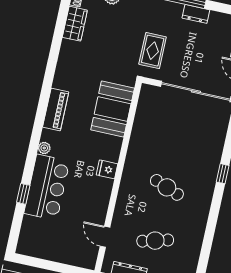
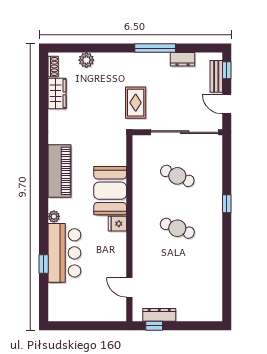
dresser: (196, 14) -> (183, 59), moved
booth: (113, 109) -> (110, 191), moved
piano: (56, 110) -> (60, 171), width x1.37, depth x1.33
cafe table: (155, 241) -> (177, 176), moved, turned 39

